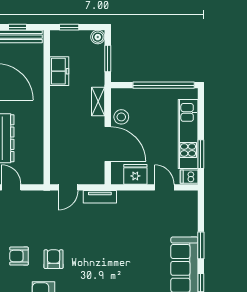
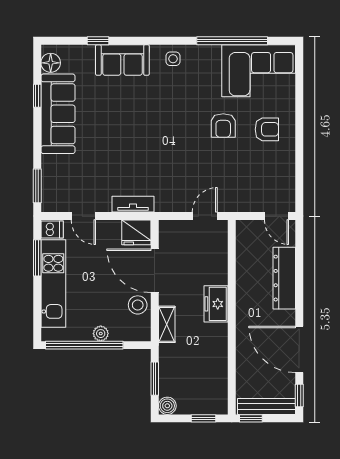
window: (17, 27) -> (251, 418), moved
freezer: (59, 71) -> (216, 304), moved
plant: (151, 94) -> (101, 334), added
fridge: (135, 174) -> (136, 232), moved
tv unit: (100, 197) -> (133, 204), moved
window: (201, 245) -> (37, 186), moved

